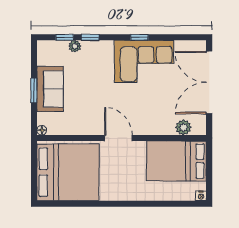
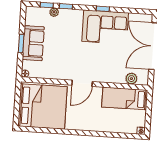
door: (118, 138) -> (82, 83), swing flipped
bed: (176, 161) -> (125, 98), width x0.67

